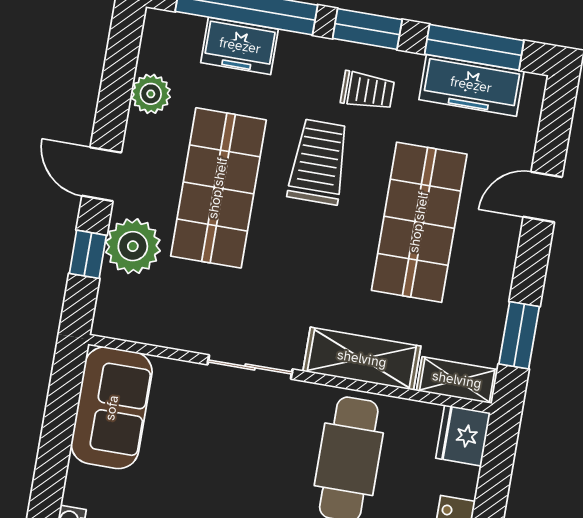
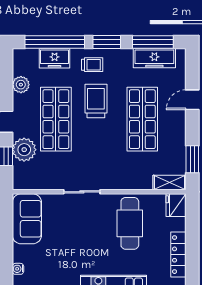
trolley: (367, 91) -> (92, 65), moved
shelving: (362, 359) -> (128, 180), removed

